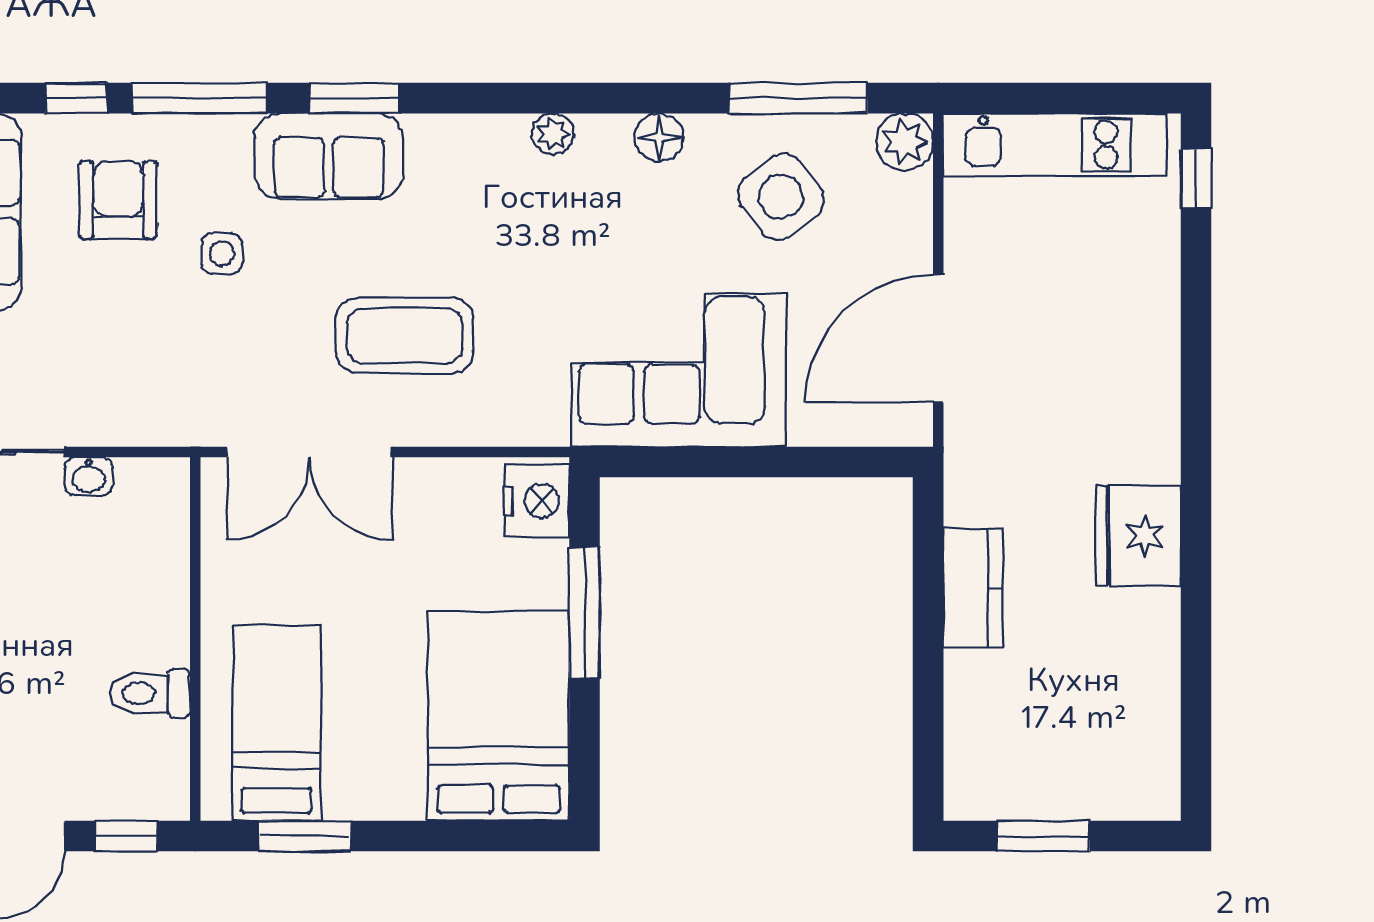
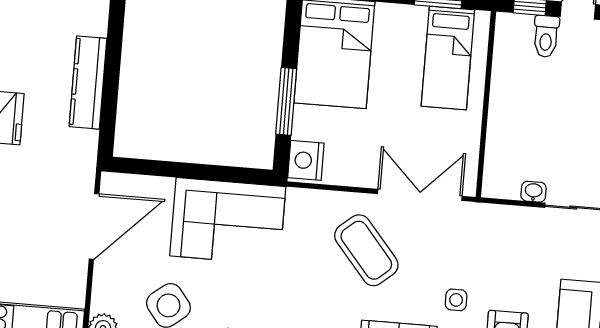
coffee table: (405, 336) -> (366, 250), turned 50
kitchen counter: (973, 588) -> (88, 82), width x1.50
toilet: (150, 693) -> (546, 36), moved, turned 90

